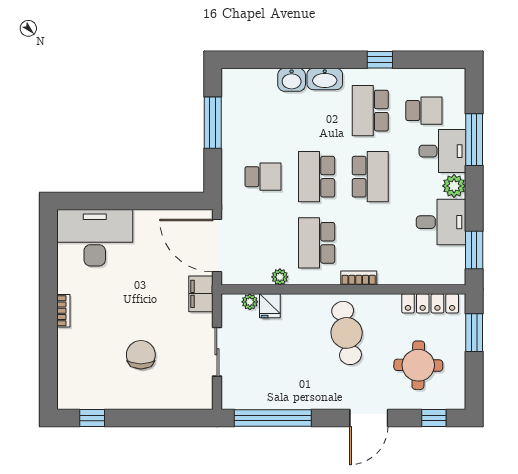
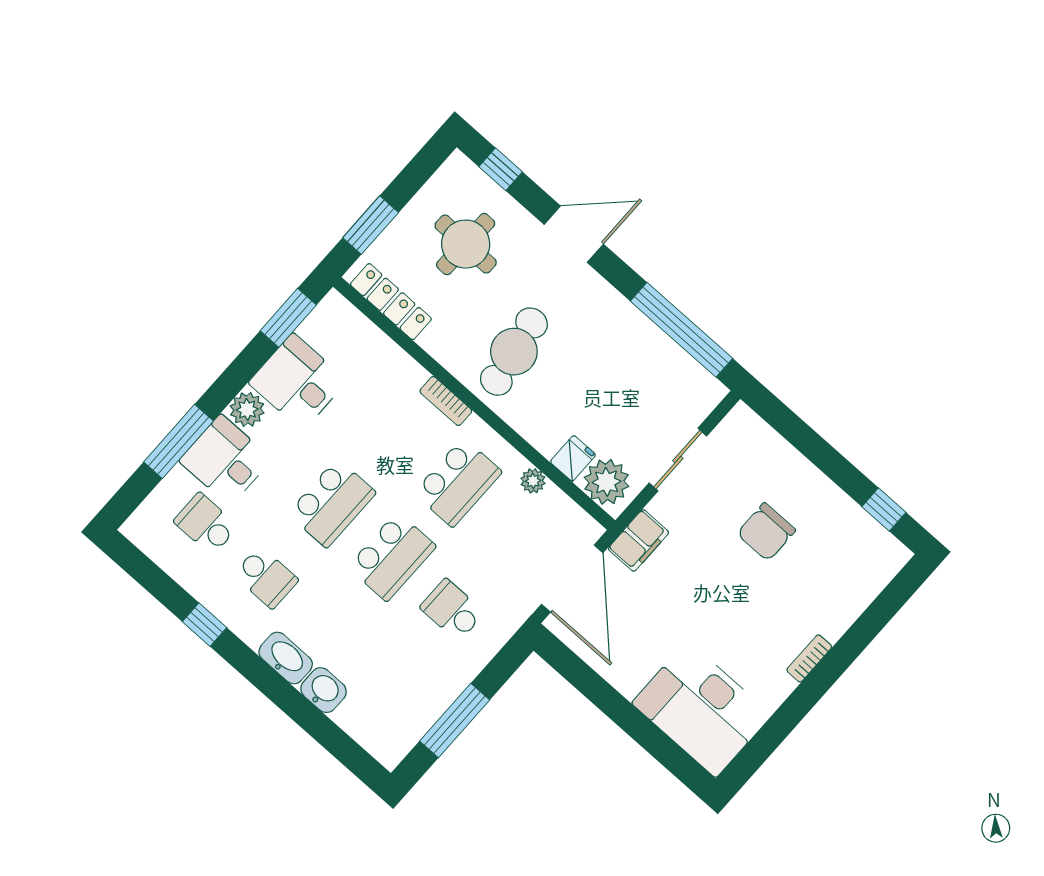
school desk: (370, 111) -> (266, 577), width x0.54
school desk: (370, 177) -> (332, 503), turned 180
plant: (250, 302) -> (607, 482), width x1.87, depth x1.87

